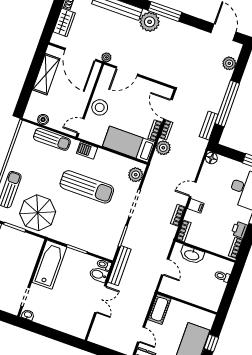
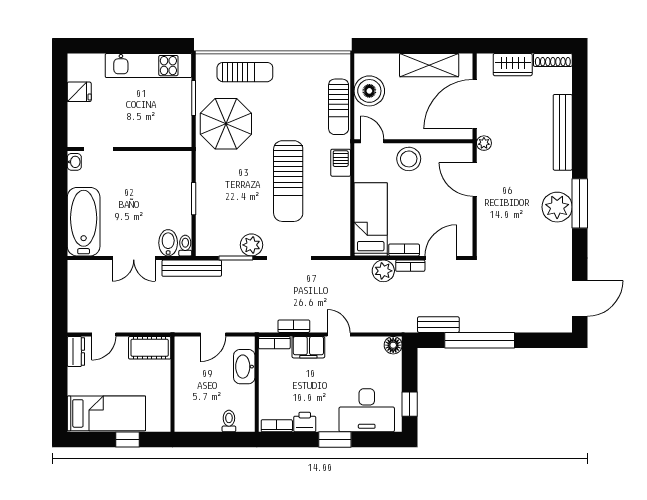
plant: (150, 22) -> (557, 207), moved
plant: (229, 63) -> (538, 322), removed
boiler: (43, 120) -> (369, 91), width x1.86, depth x1.86
plant: (136, 175) -> (251, 245), moved
filing cabinet: (196, 206) -> (308, 347), width x2.00
bathtub: (49, 265) -> (84, 222), moved, turned -90

